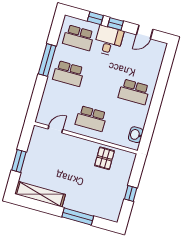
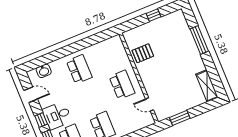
washbasin: (136, 135) -> (44, 71), moved
window: (19, 161) -> (180, 118), moved
shelving: (40, 194) -> (207, 86), width x0.68

